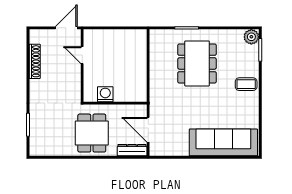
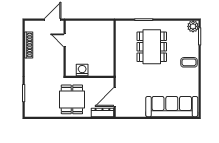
door: (148, 130) -> (115, 97), hinge flipped

